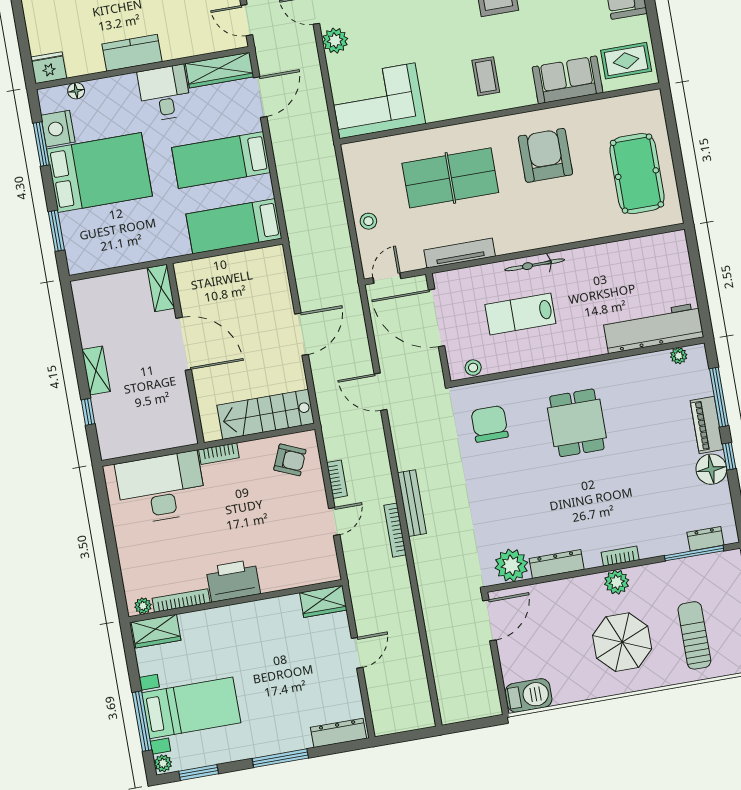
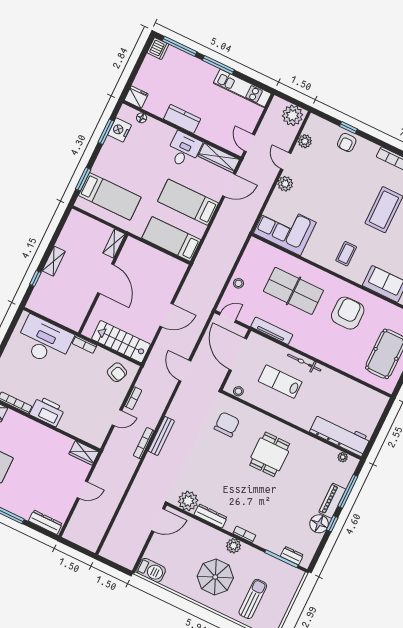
bed: (99, 172) -> (110, 196), moved, width x0.67

